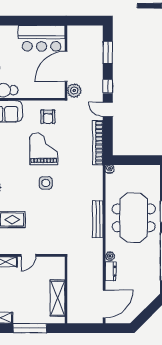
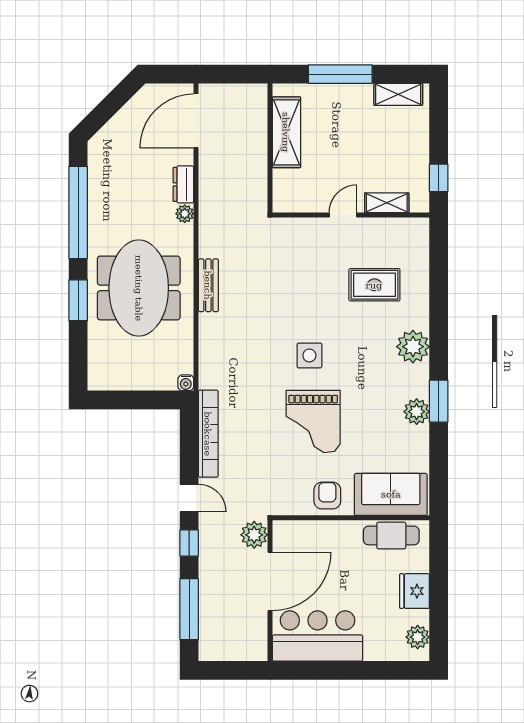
window: (108, 52) -> (189, 609), width x1.44
armchair: (48, 117) -> (327, 496), moved
bench: (98, 219) -> (208, 285), width x0.73

